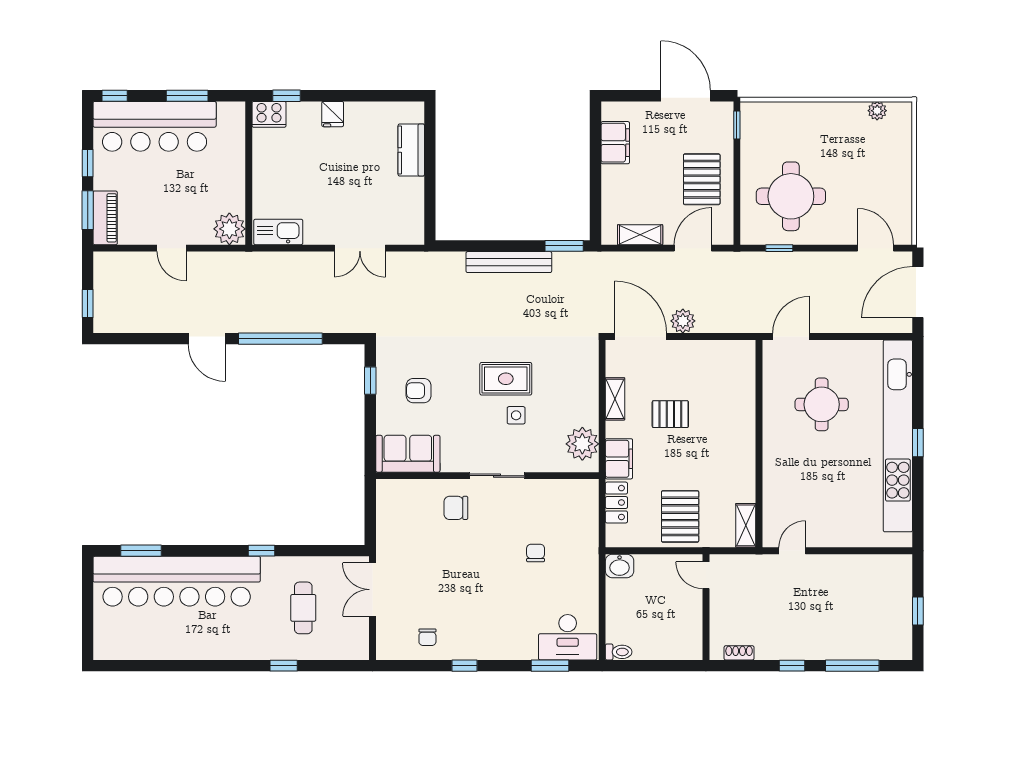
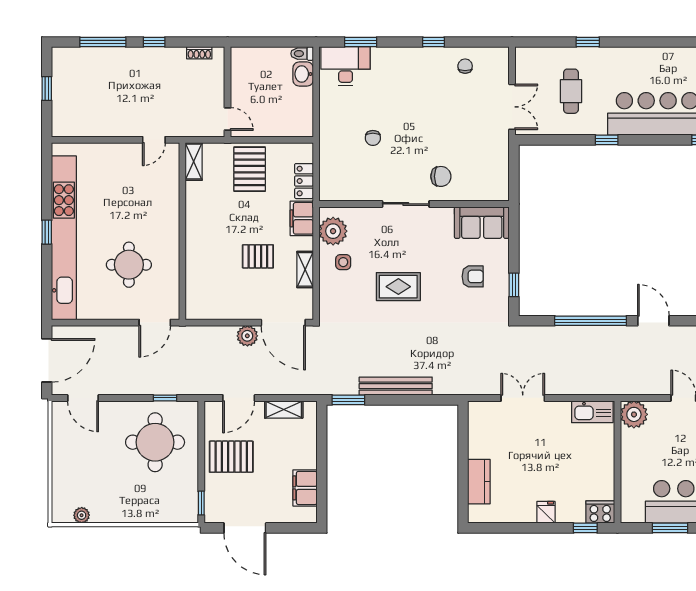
pallet: (702, 179) -> (231, 457), turned 90
side table: (516, 415) -> (343, 262), moved
washbasin: (620, 566) -> (303, 74), moved, turned -90

